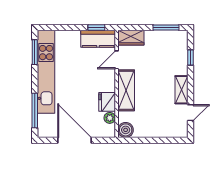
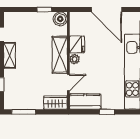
window: (96, 27) -> (107, 112), moved
plant: (110, 118) -> (75, 59), moved
window: (143, 140) -> (44, 10), added

